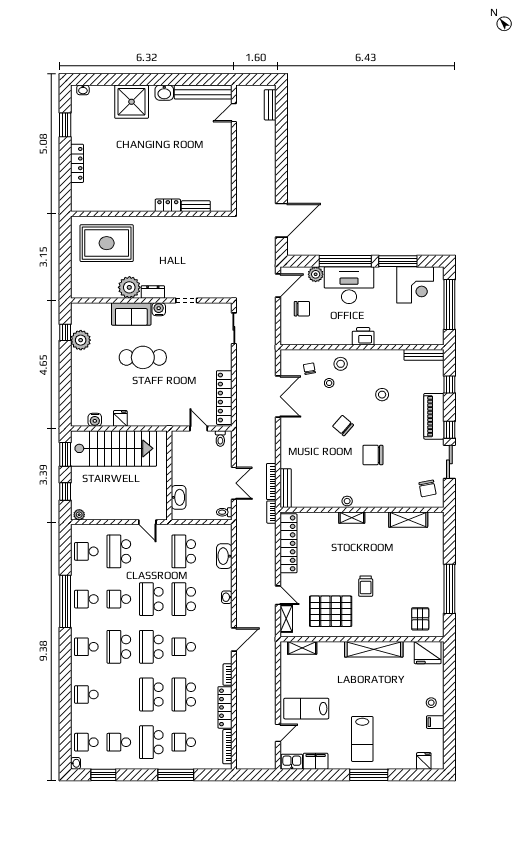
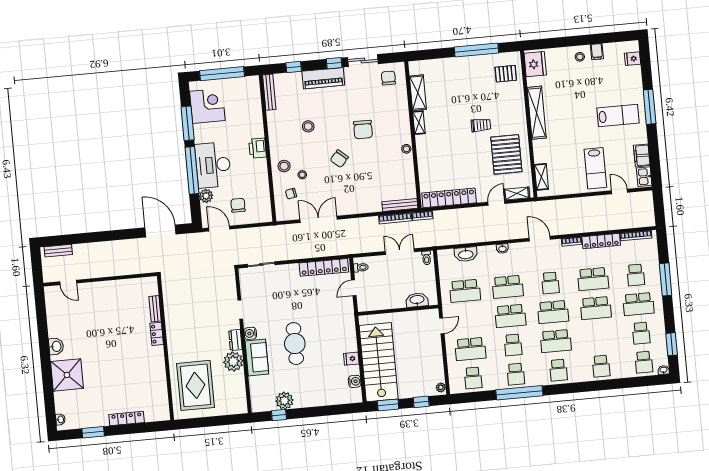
bench: (203, 92) -> (52, 312), removed
chair: (427, 488) -> (388, 78), turned -79
shelving: (352, 518) -> (419, 123), moved

